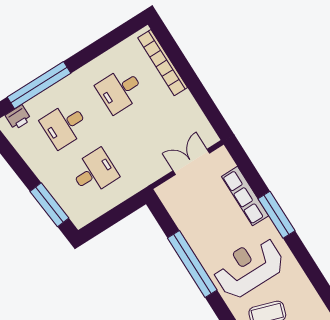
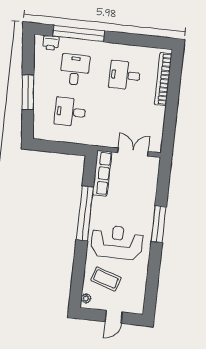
desk: (65, 125) -> (75, 70), turned 90
desk: (94, 172) -> (70, 112), turned 180
row of seats: (245, 196) -> (102, 173), moved, turned 180
window: (49, 205) -> (28, 92), moved

